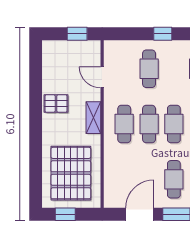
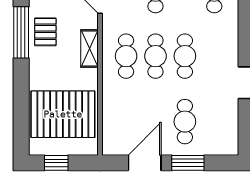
window: (36, 104) -> (21, 32), added
pallet: (56, 104) -> (45, 32), turned 90
pallet: (71, 173) -> (63, 114), turned 90

